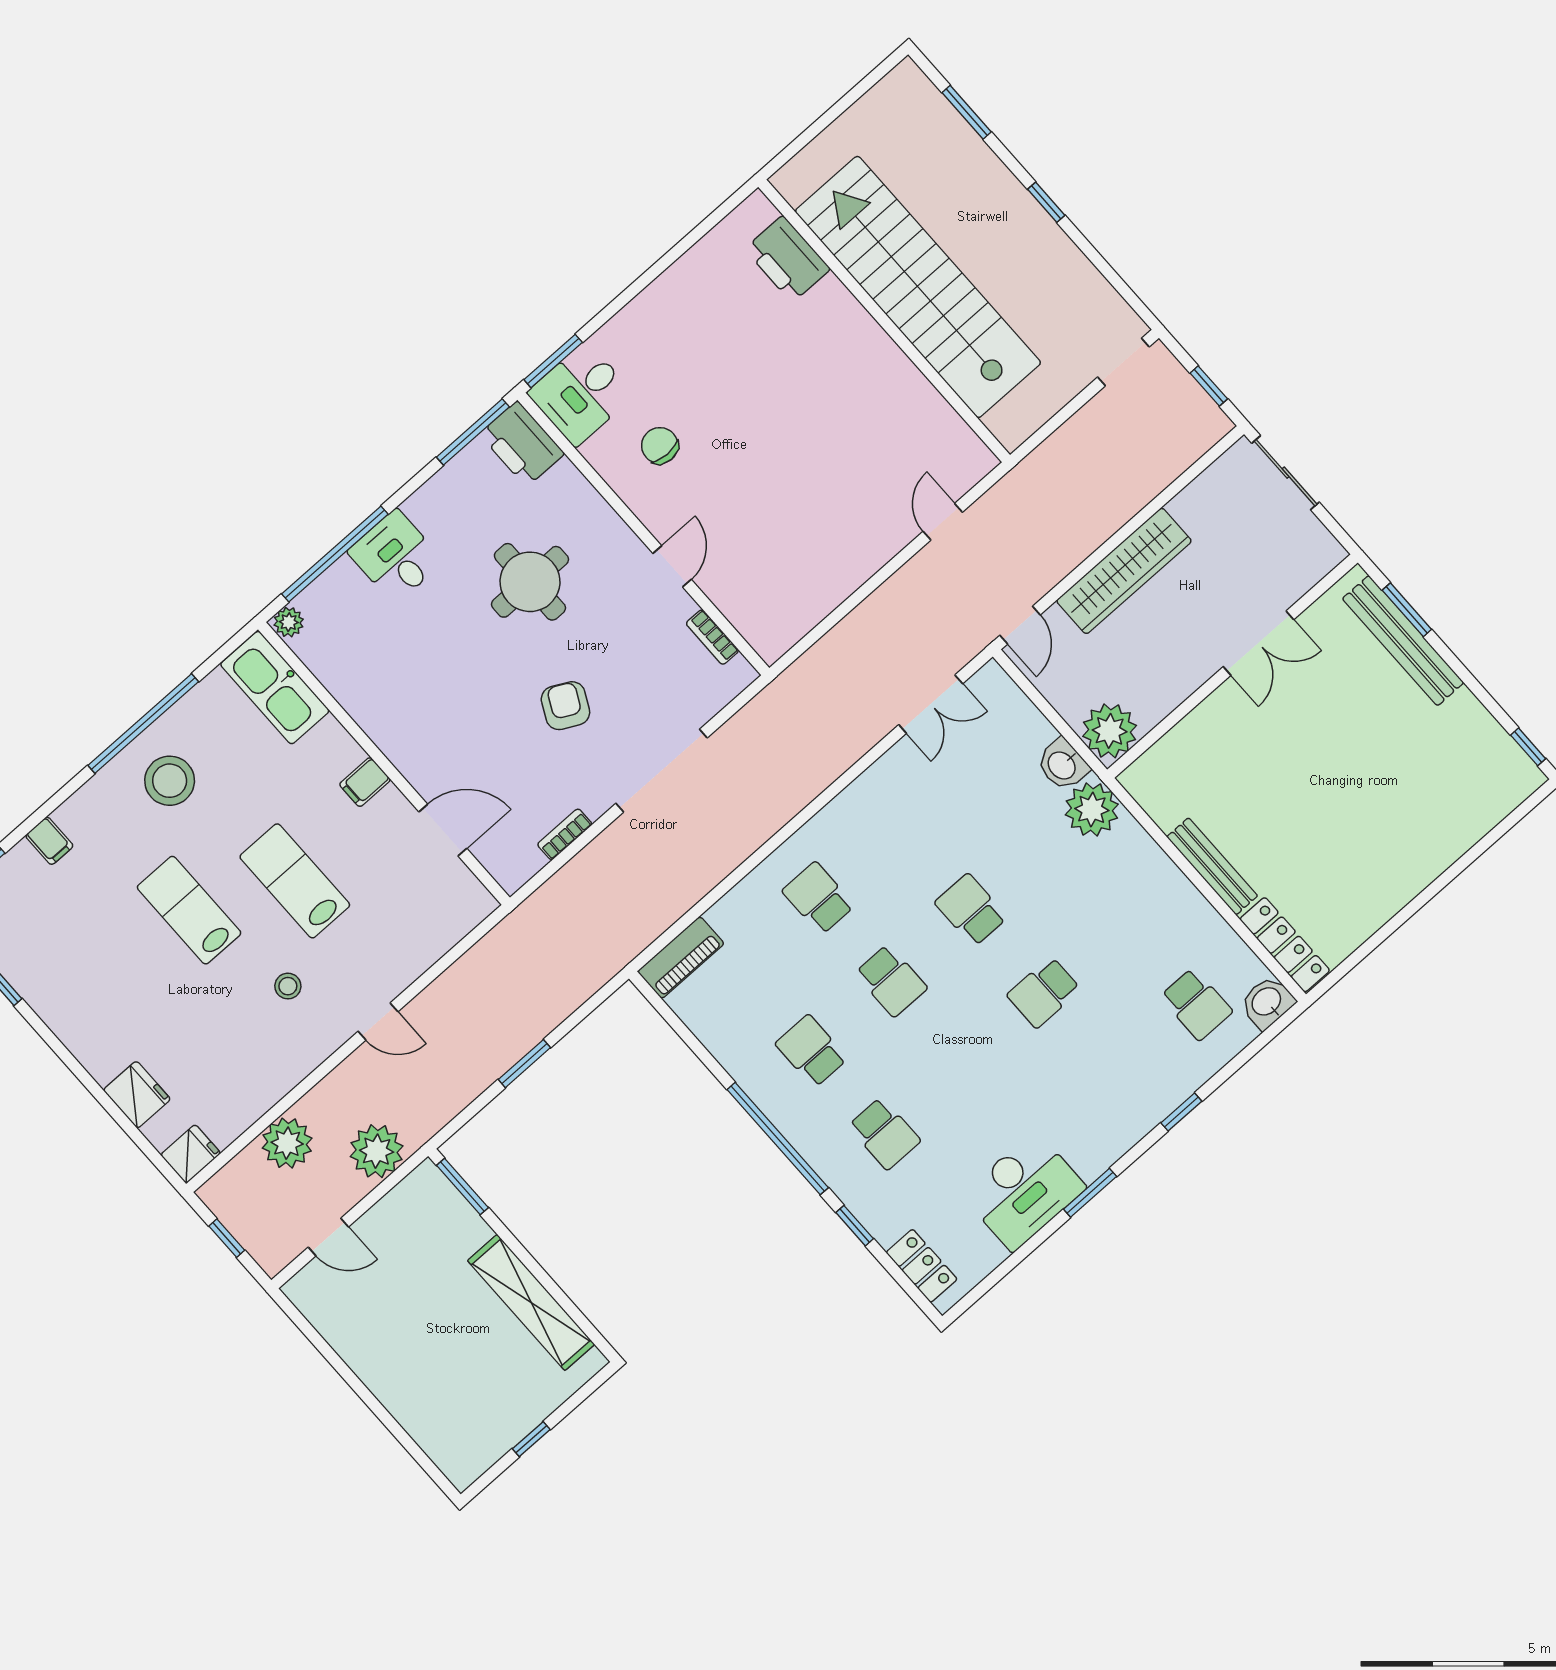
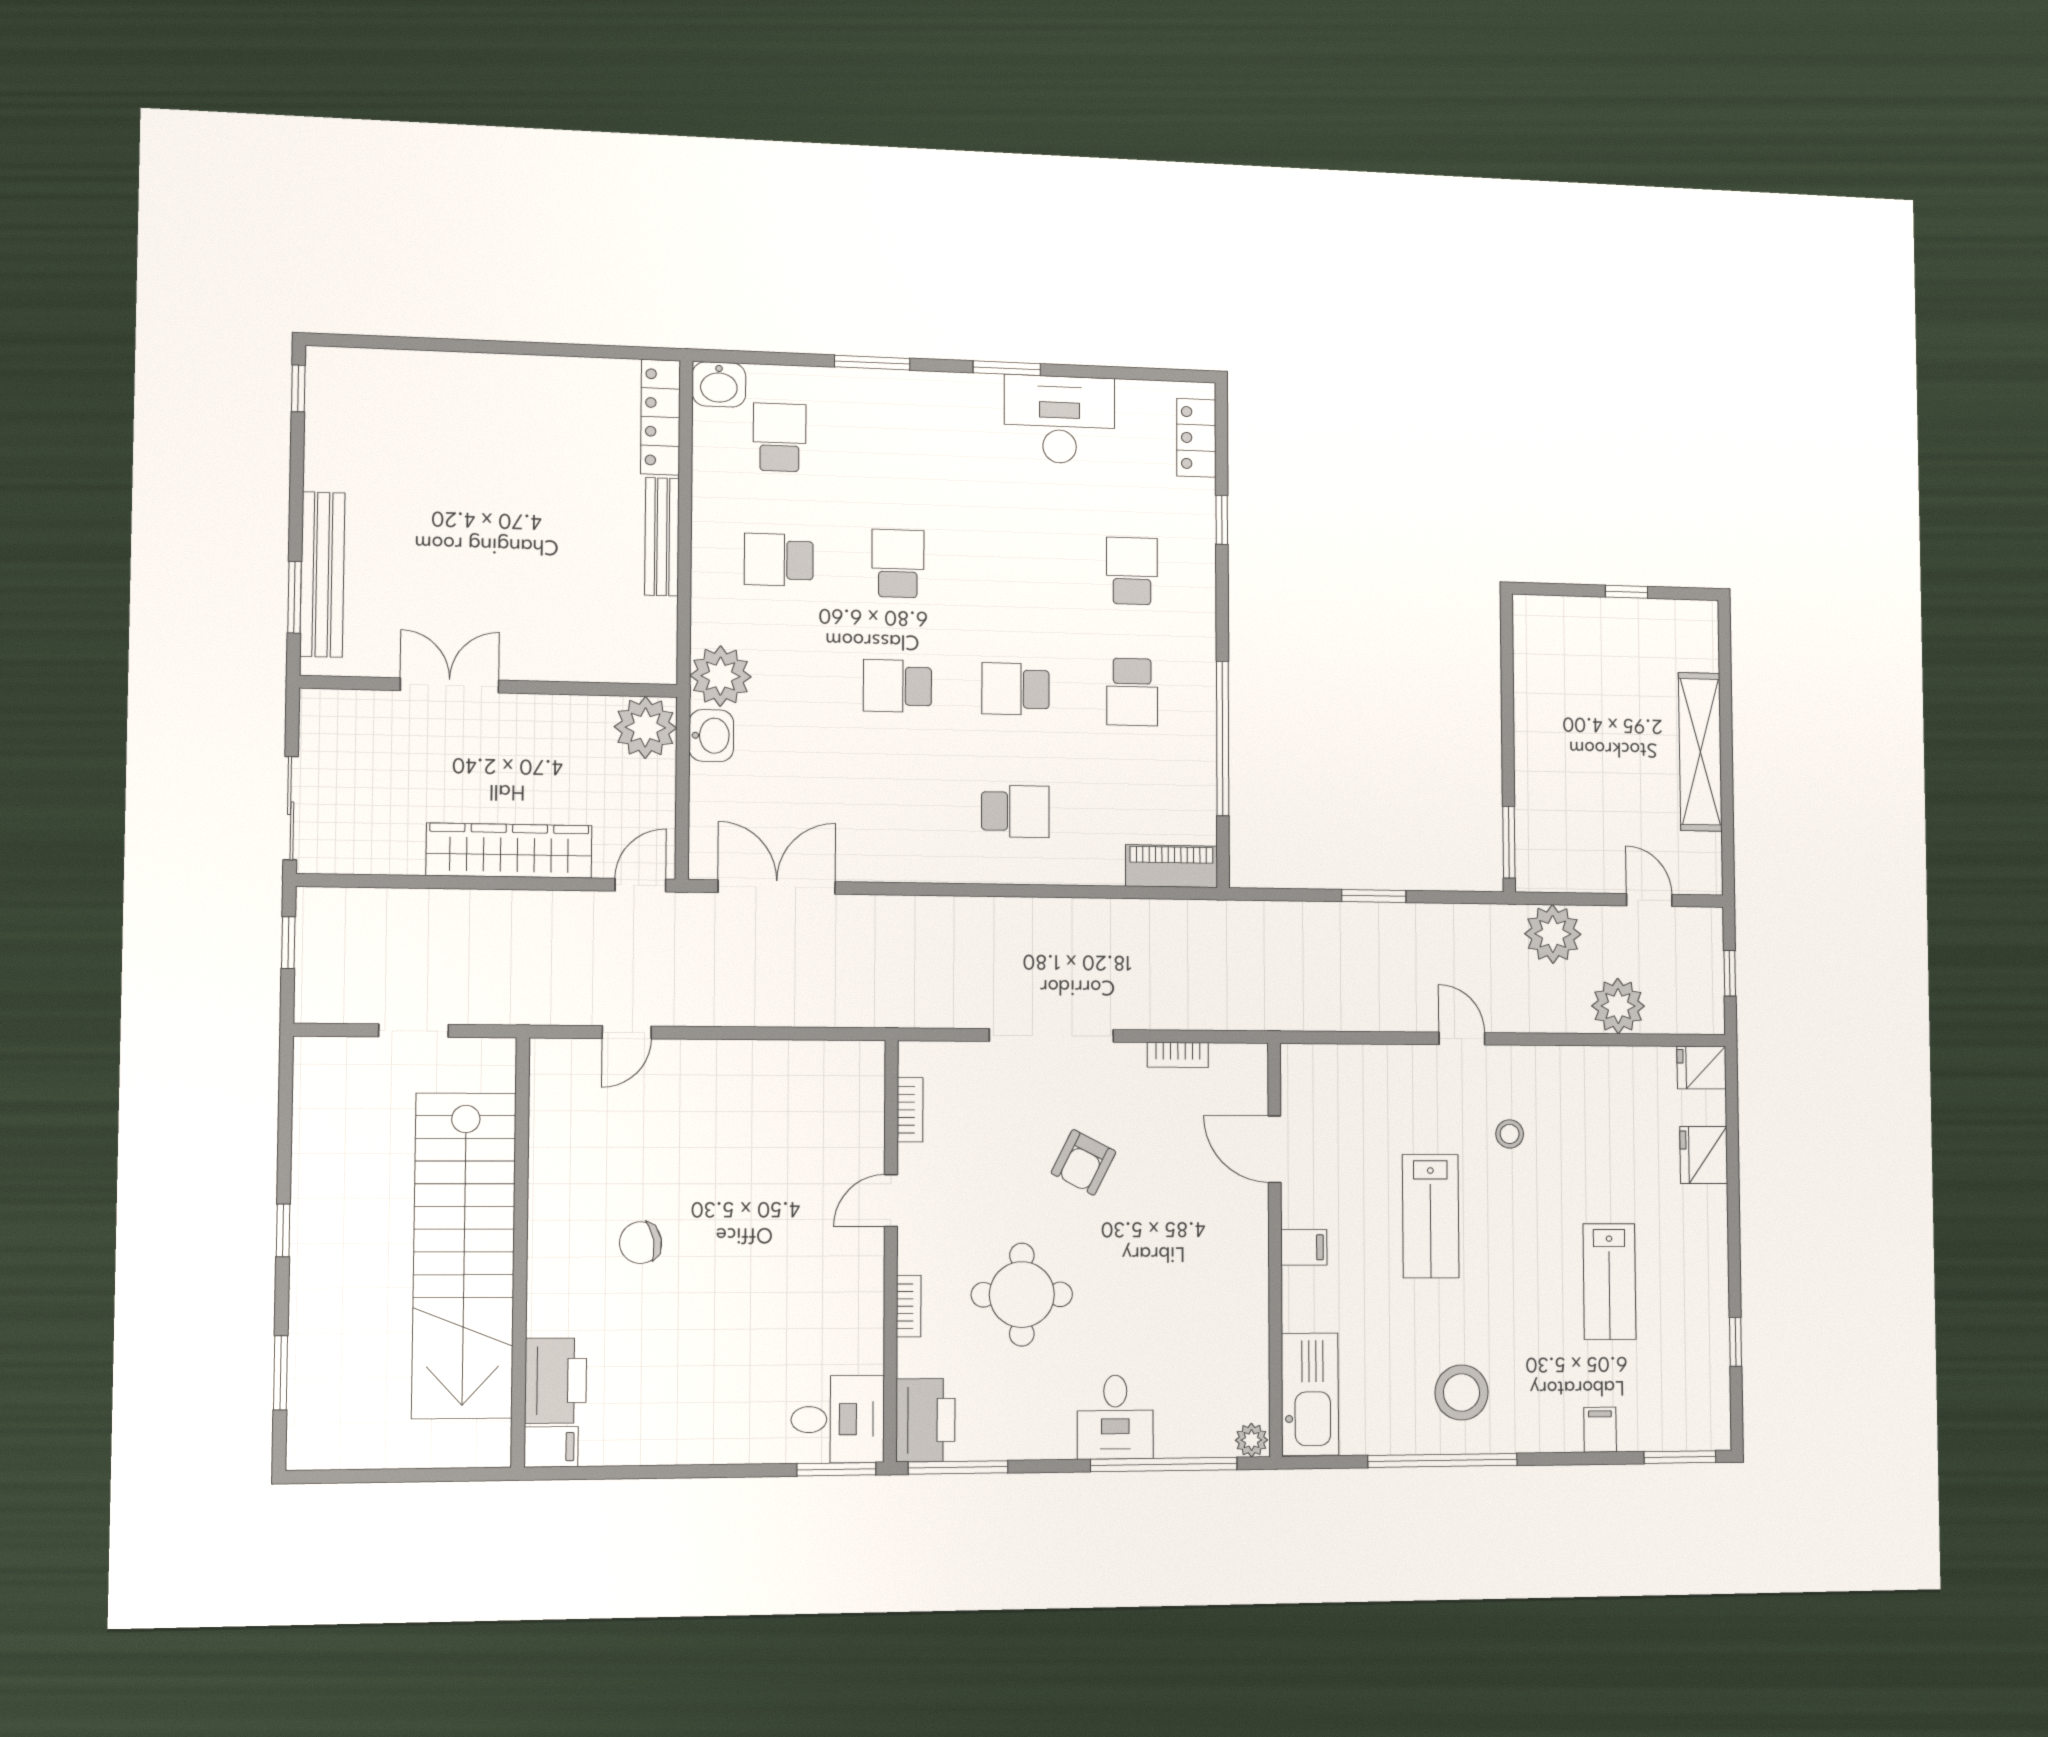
filing cabinet: (752, 215) -> (551, 1447), added
doorway: (1123, 362) -> (414, 1031), moved
chair: (660, 446) -> (641, 1243), moved, turned 79
bookcase: (599, 508) -> (909, 1306), added
double door: (931, 704) -> (777, 887), width x1.37
school desk: (818, 898) -> (1015, 811), turned -90
lab bench: (189, 910) -> (1610, 1281), moved
school desk: (971, 910) -> (897, 686), turned 90
school desk: (1123, 922) -> (779, 560), added
school desk: (891, 981) -> (1015, 689), turned -90
school desk: (1044, 992) -> (898, 564), turned -90
window: (1181, 1112) -> (872, 363), width x1.50
window: (778, 1139) -> (1223, 738), moved
shelving: (531, 1302) -> (1700, 752), moved

